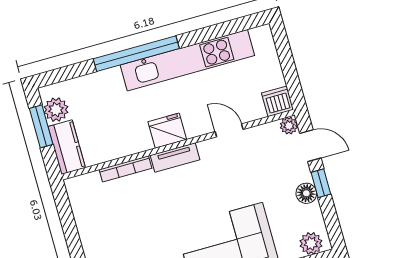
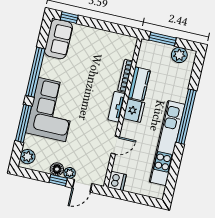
window: (41, 126) -> (163, 39), moved
plant: (289, 126) -> (70, 173), moved
kitchen counter: (67, 147) -> (139, 84), moved, turned -90

